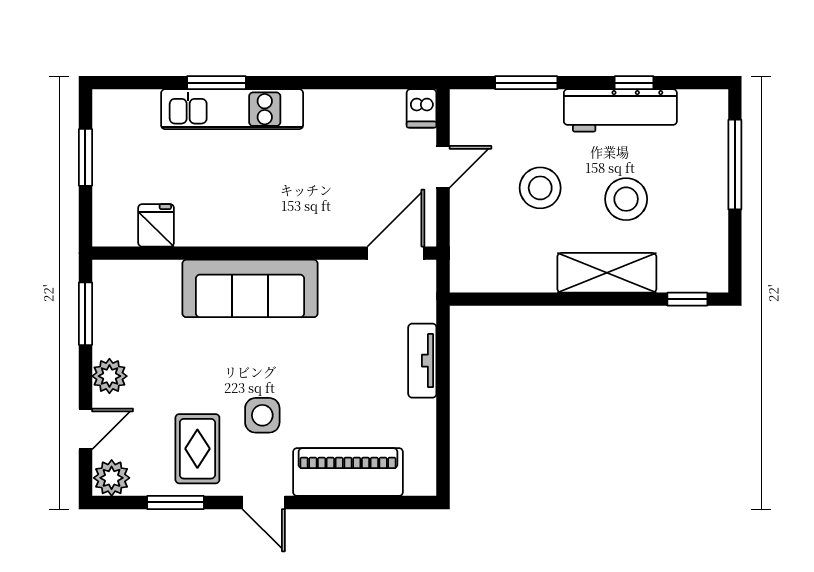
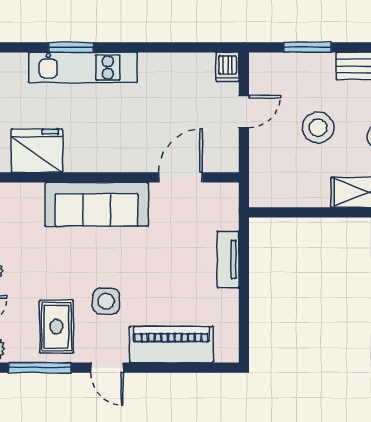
fridge: (156, 225) -> (37, 151), width x1.88, depth x1.34
door: (396, 253) -> (180, 177), moved
window: (175, 502) -> (40, 368), width x1.44

